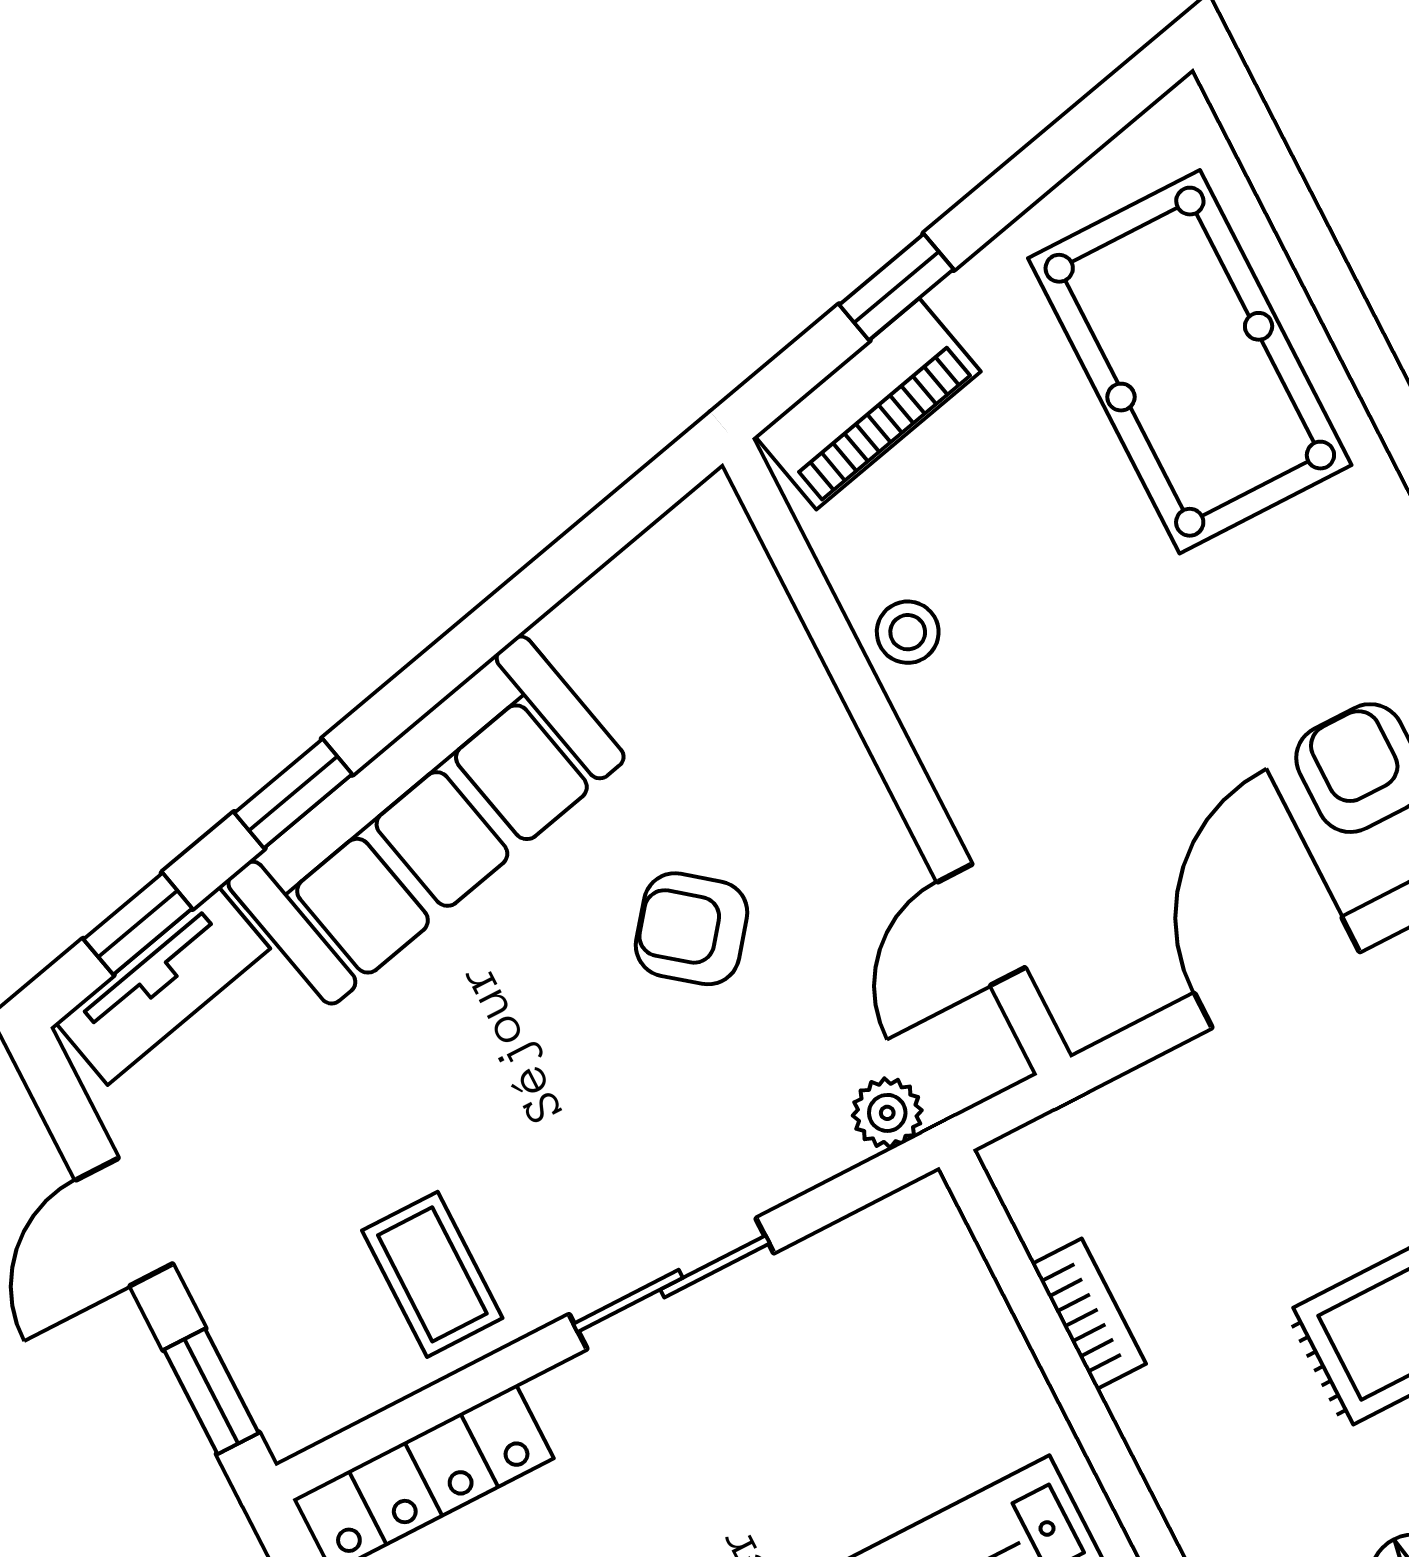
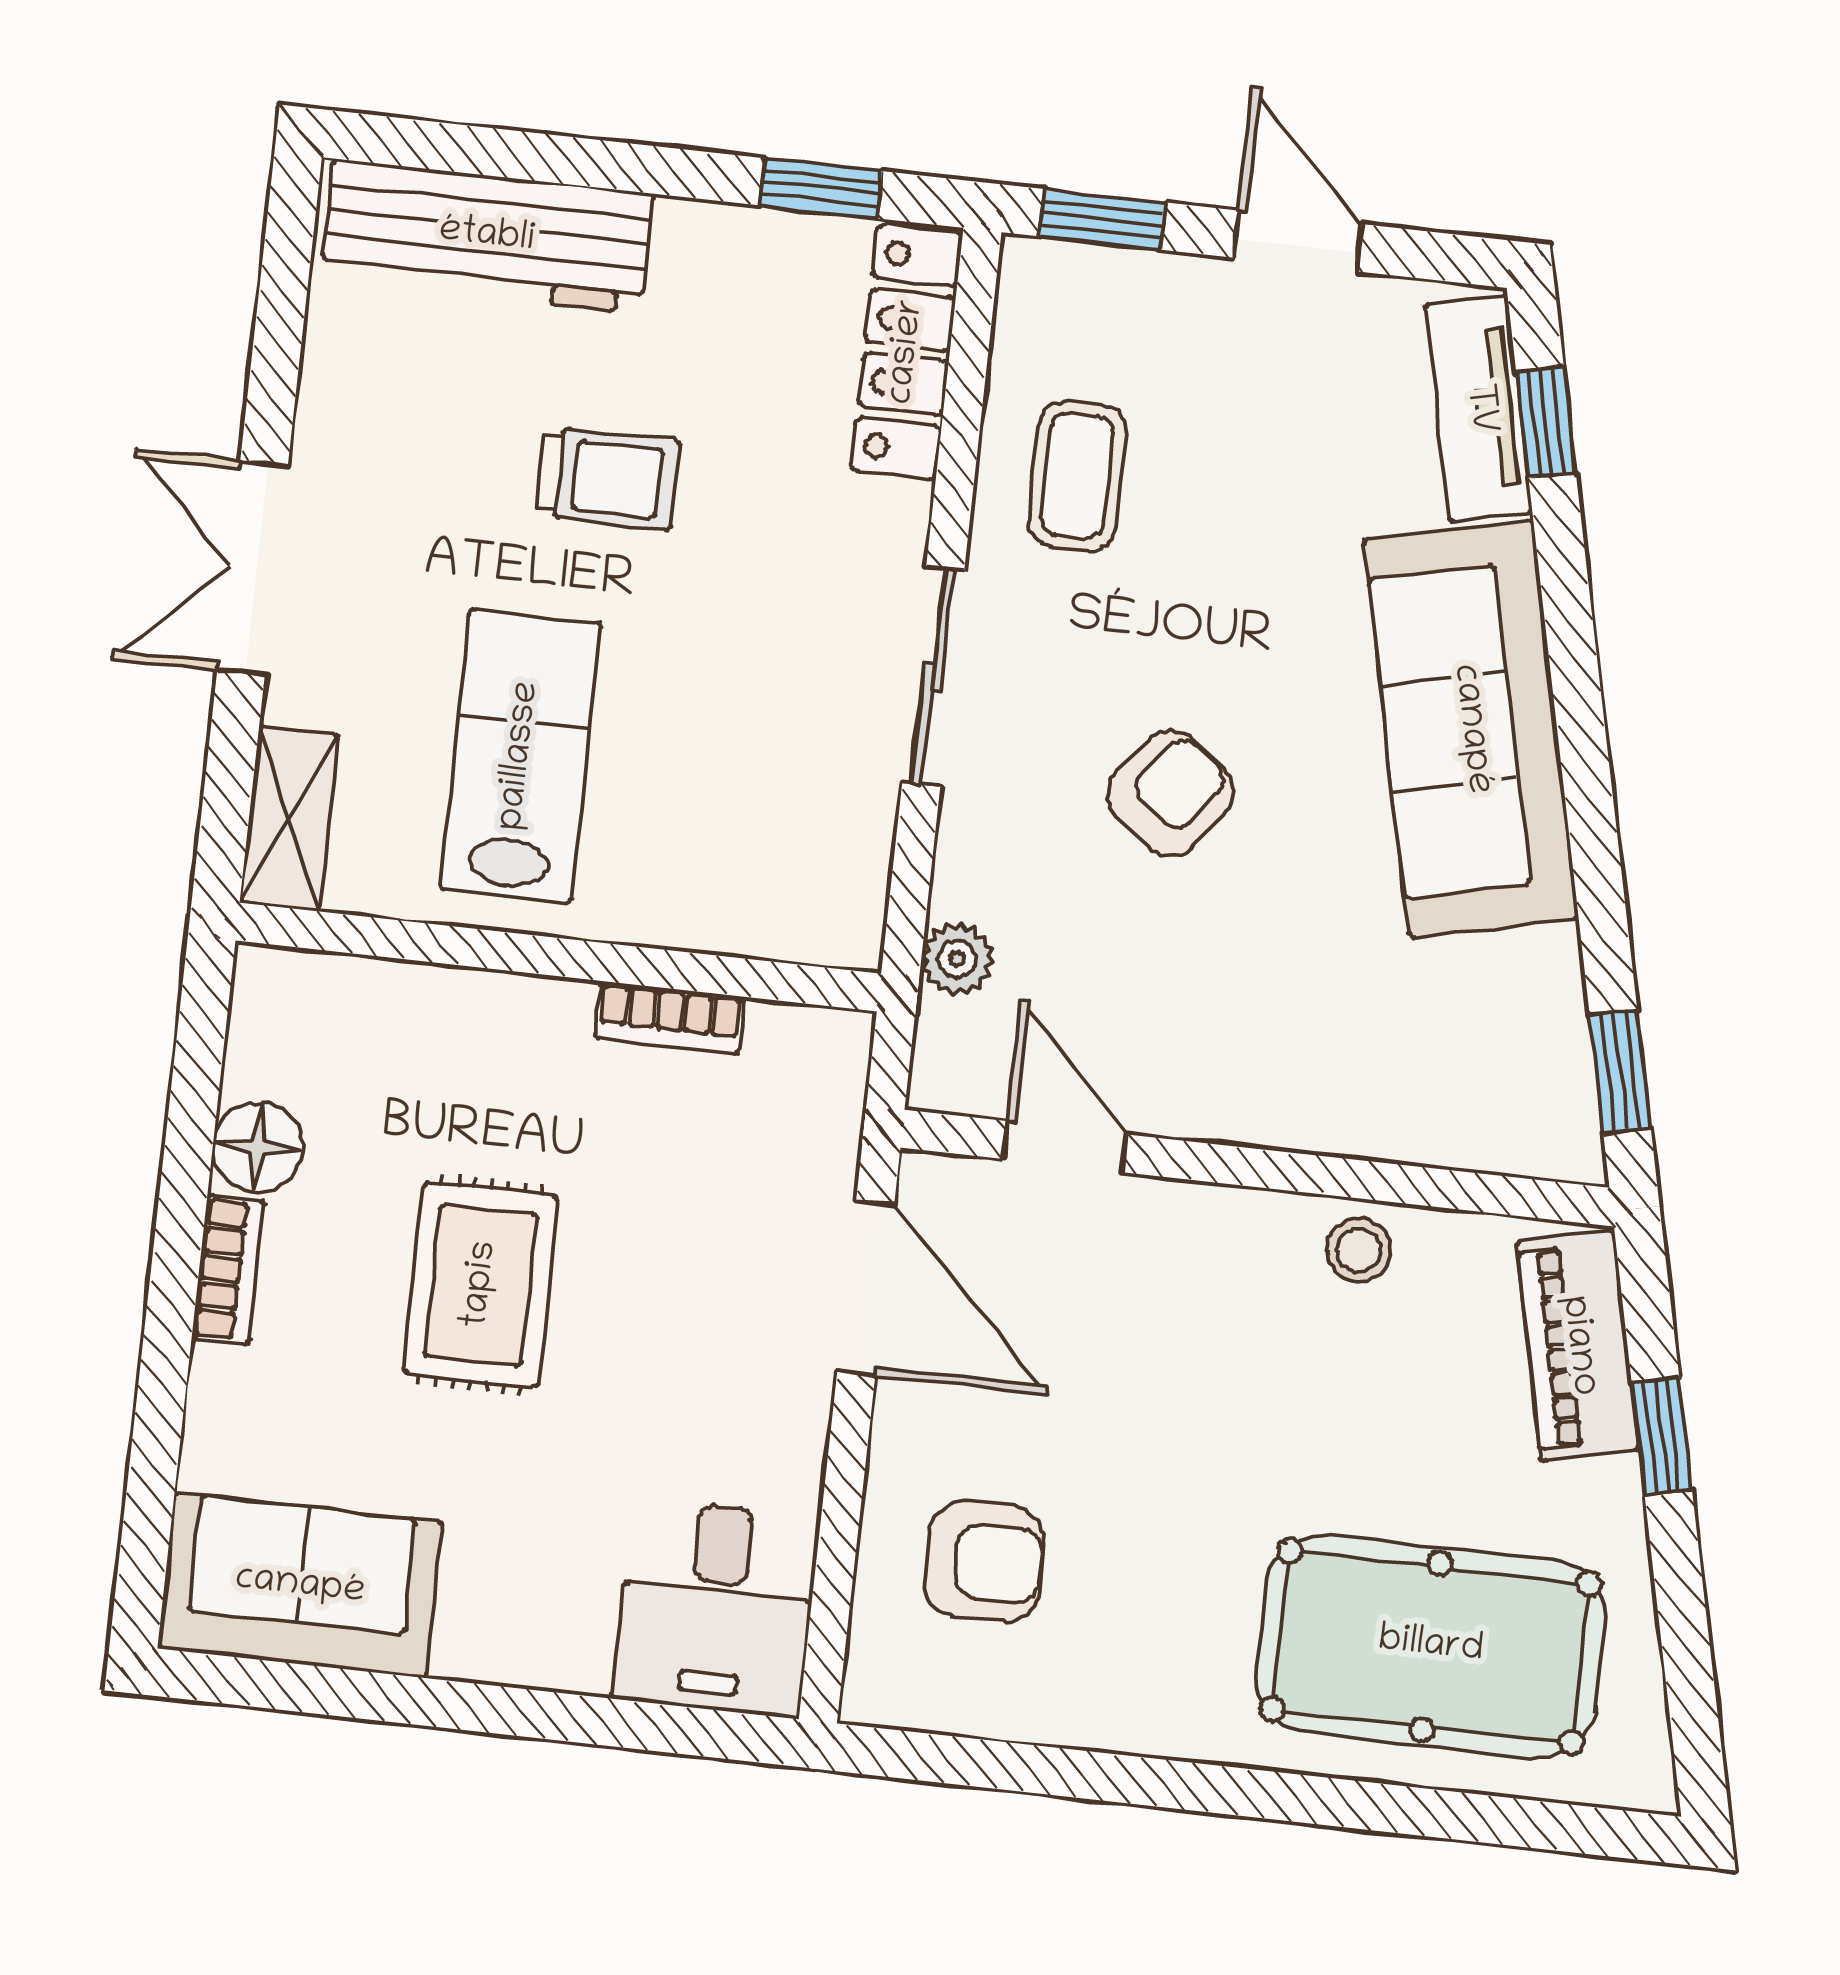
window: (293, 793) -> (1620, 1072), moved
armchair: (692, 929) -> (1170, 793), moved
door: (1277, 972) -> (866, 1288), moved
coffee table: (432, 1274) -> (1077, 476), turned 90

